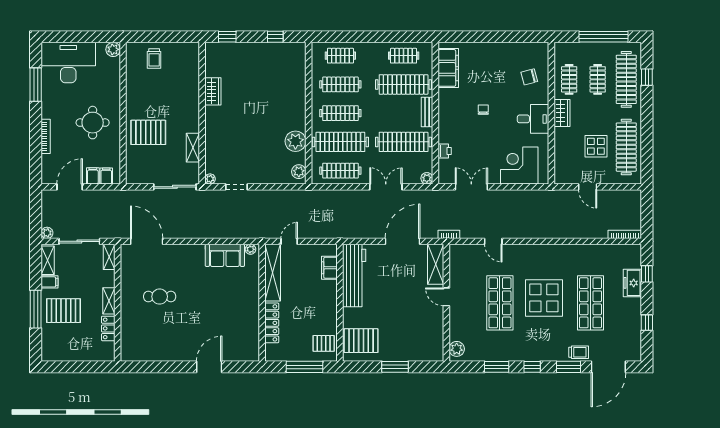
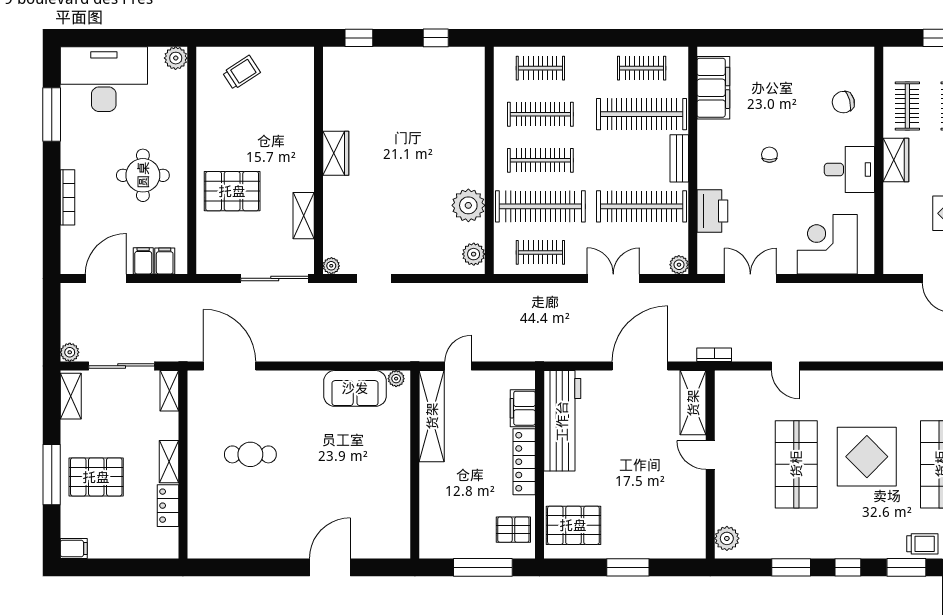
trolley: (154, 58) -> (241, 73), turned -123
wardrobe: (213, 91) -> (336, 153), moved
printer: (445, 151) -> (712, 211), width x1.87, depth x1.48
clothes rail: (340, 171) -> (540, 252), width x0.73
filing cabinet: (50, 282) -> (74, 548), moved
locker: (272, 323) -> (524, 462), moved, turned 180

